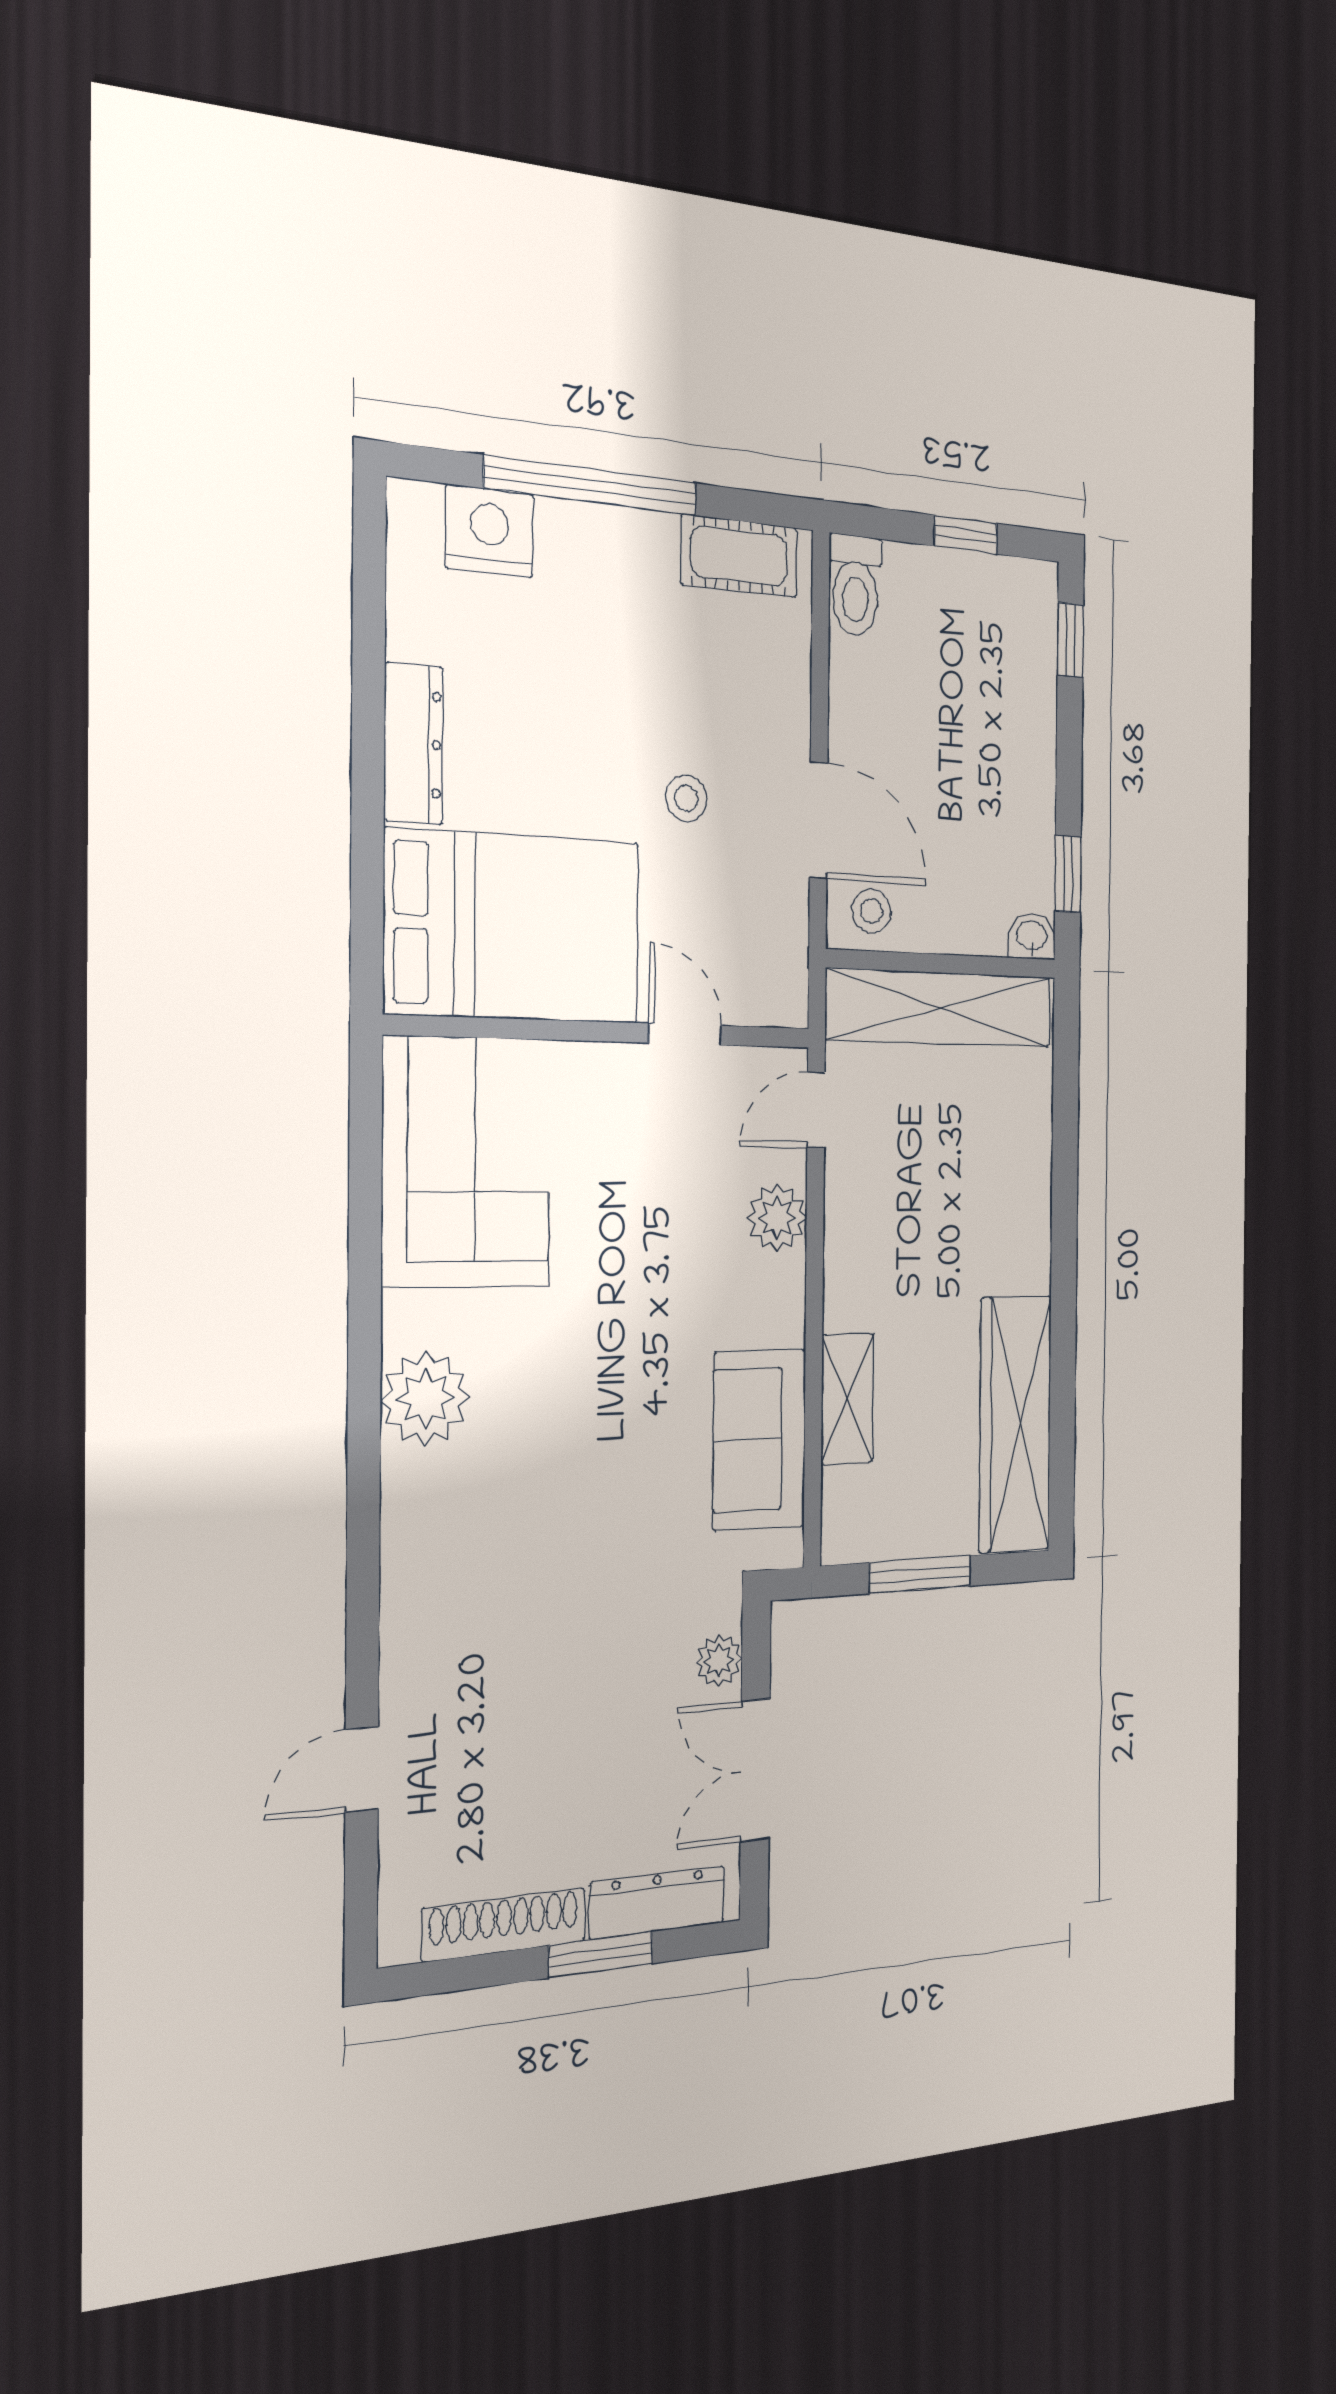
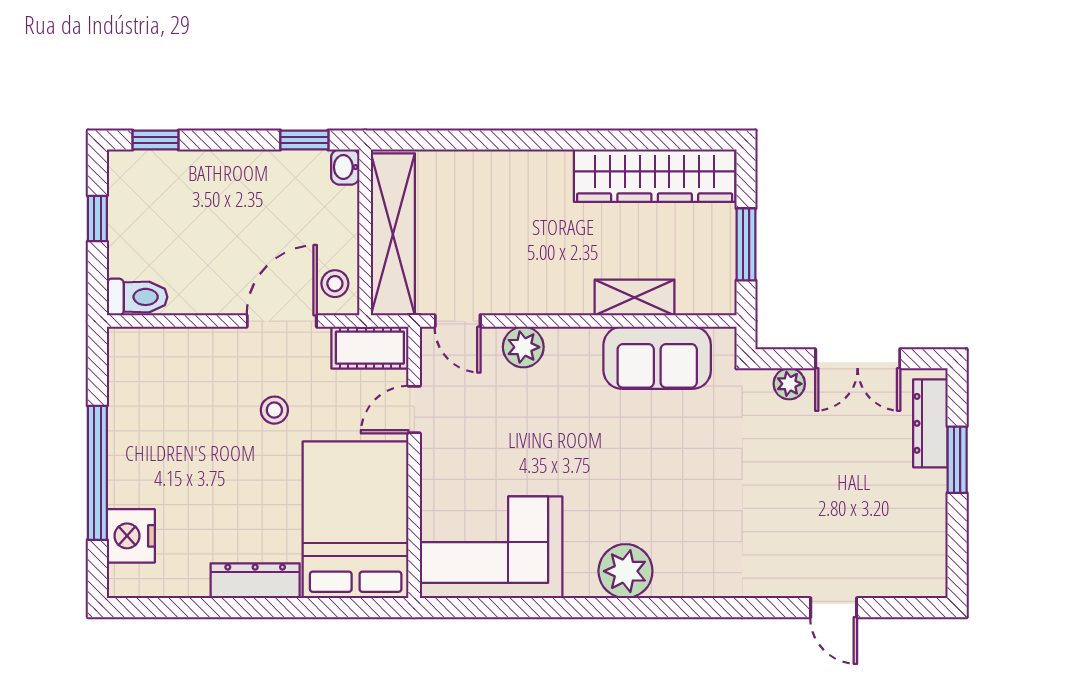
cot: (739, 556) -> (370, 348), moved, turned 90
shoe rack: (504, 1925) -> (932, 521), removed

